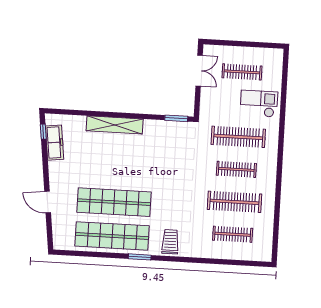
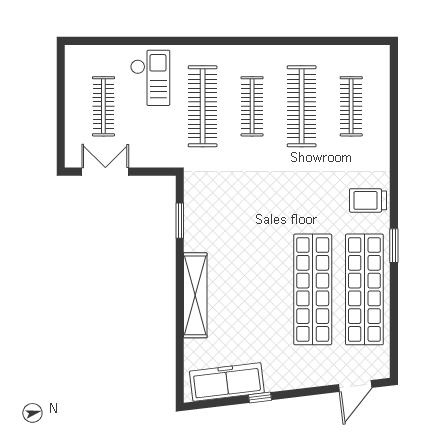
checkout: (259, 104) -> (150, 78), turned 180
window: (176, 118) -> (180, 221), moved
window: (43, 132) -> (260, 398), moved
freezer: (55, 143) -> (227, 382), width x1.36, depth x1.26
door: (48, 202) -> (355, 386), moved

